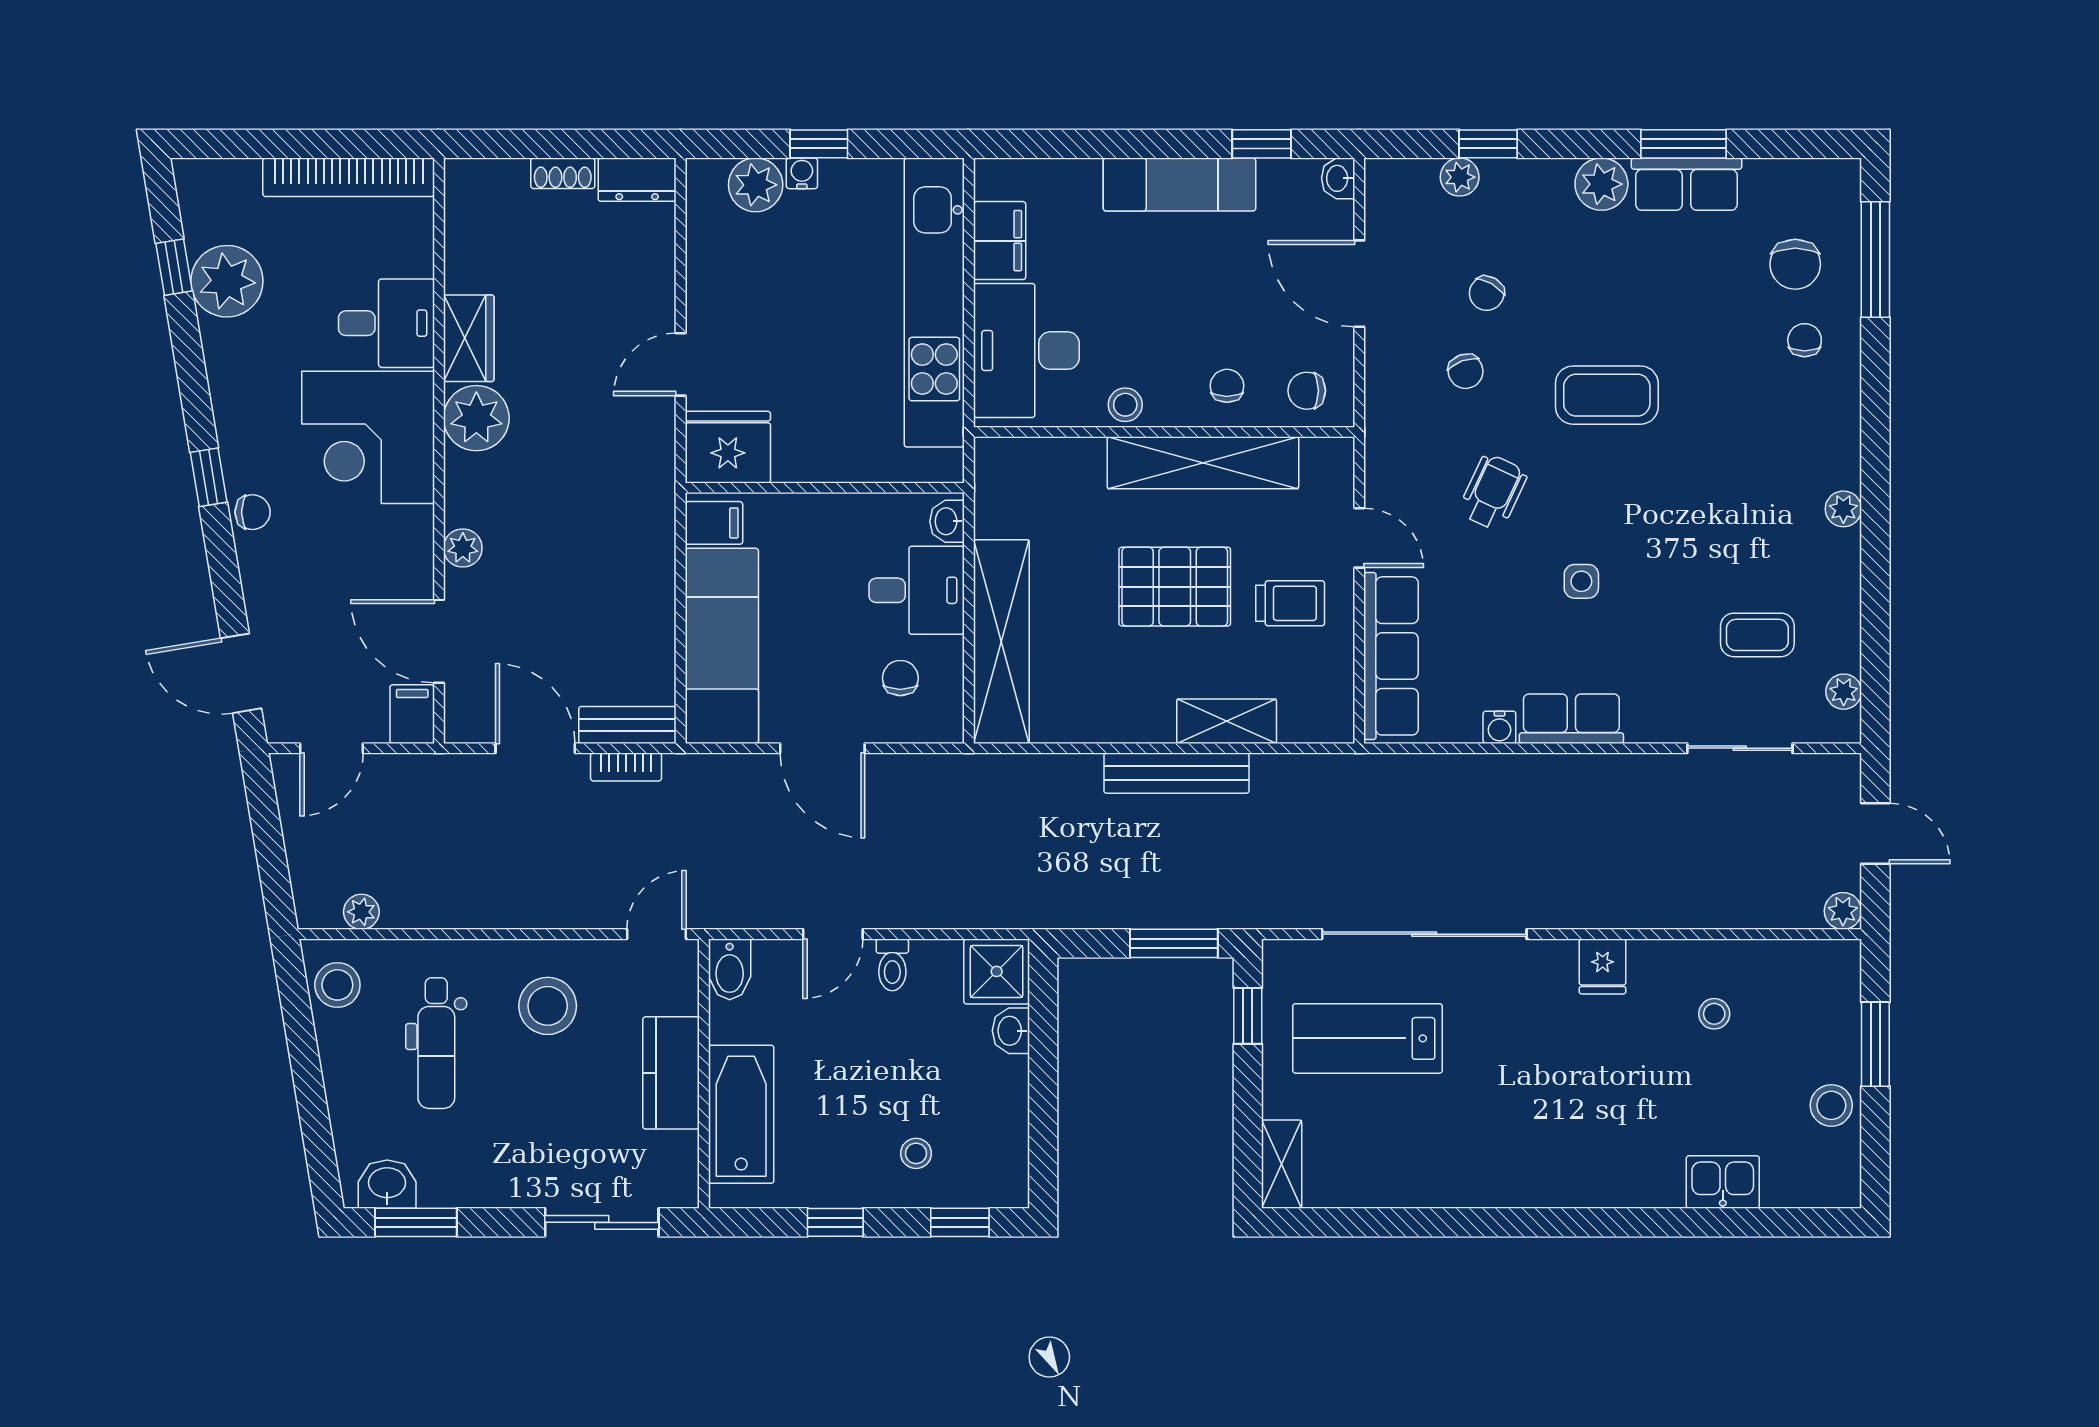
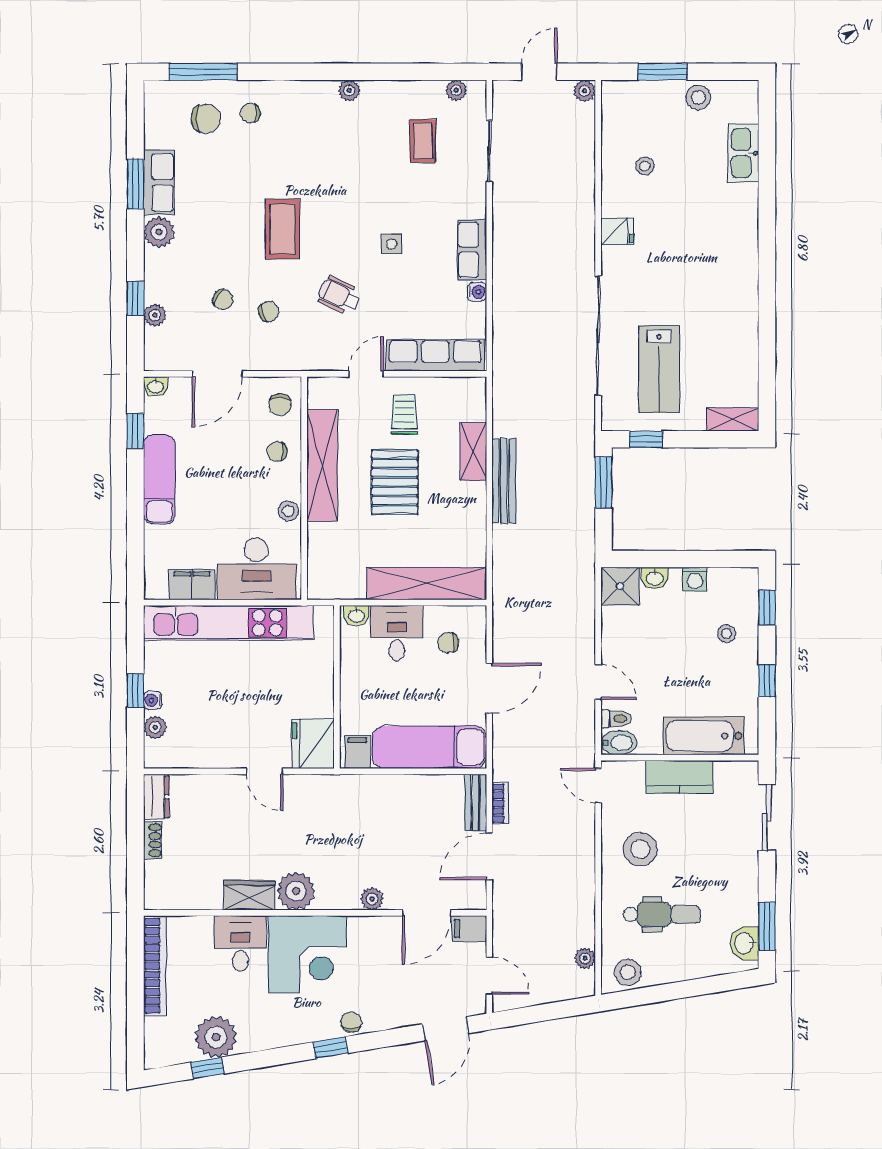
plant: (756, 185) -> (155, 727), width x0.73, depth x0.73
toilet: (892, 965) -> (616, 719), moved
washing machine: (1009, 1099) -> (695, 579), added
kitchen sink: (1723, 1182) -> (743, 153), width x1.38

